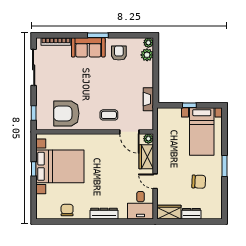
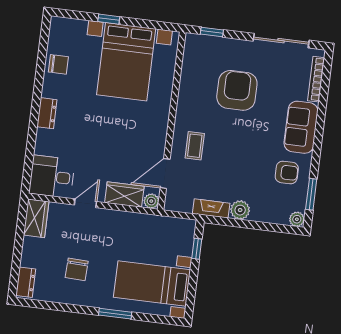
window: (98, 35) -> (311, 194), moved
plant: (147, 55) -> (240, 210), moved
window: (189, 105) -> (197, 249), moved
armchair: (66, 113) -> (237, 90), moved
window: (224, 166) -> (115, 314), moved
window: (34, 169) -> (109, 19), moved
dresser: (104, 214) -> (47, 113), width x0.70
dresser: (191, 214) -> (26, 282), moved

